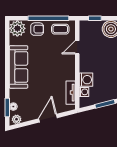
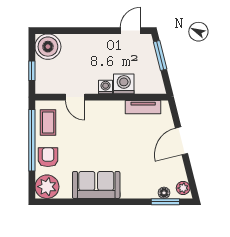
sofa: (19, 67) -> (96, 185), width x0.73
washing machine: (84, 92) -> (106, 87), moved
door: (48, 118) -> (181, 141), hinge flipped

